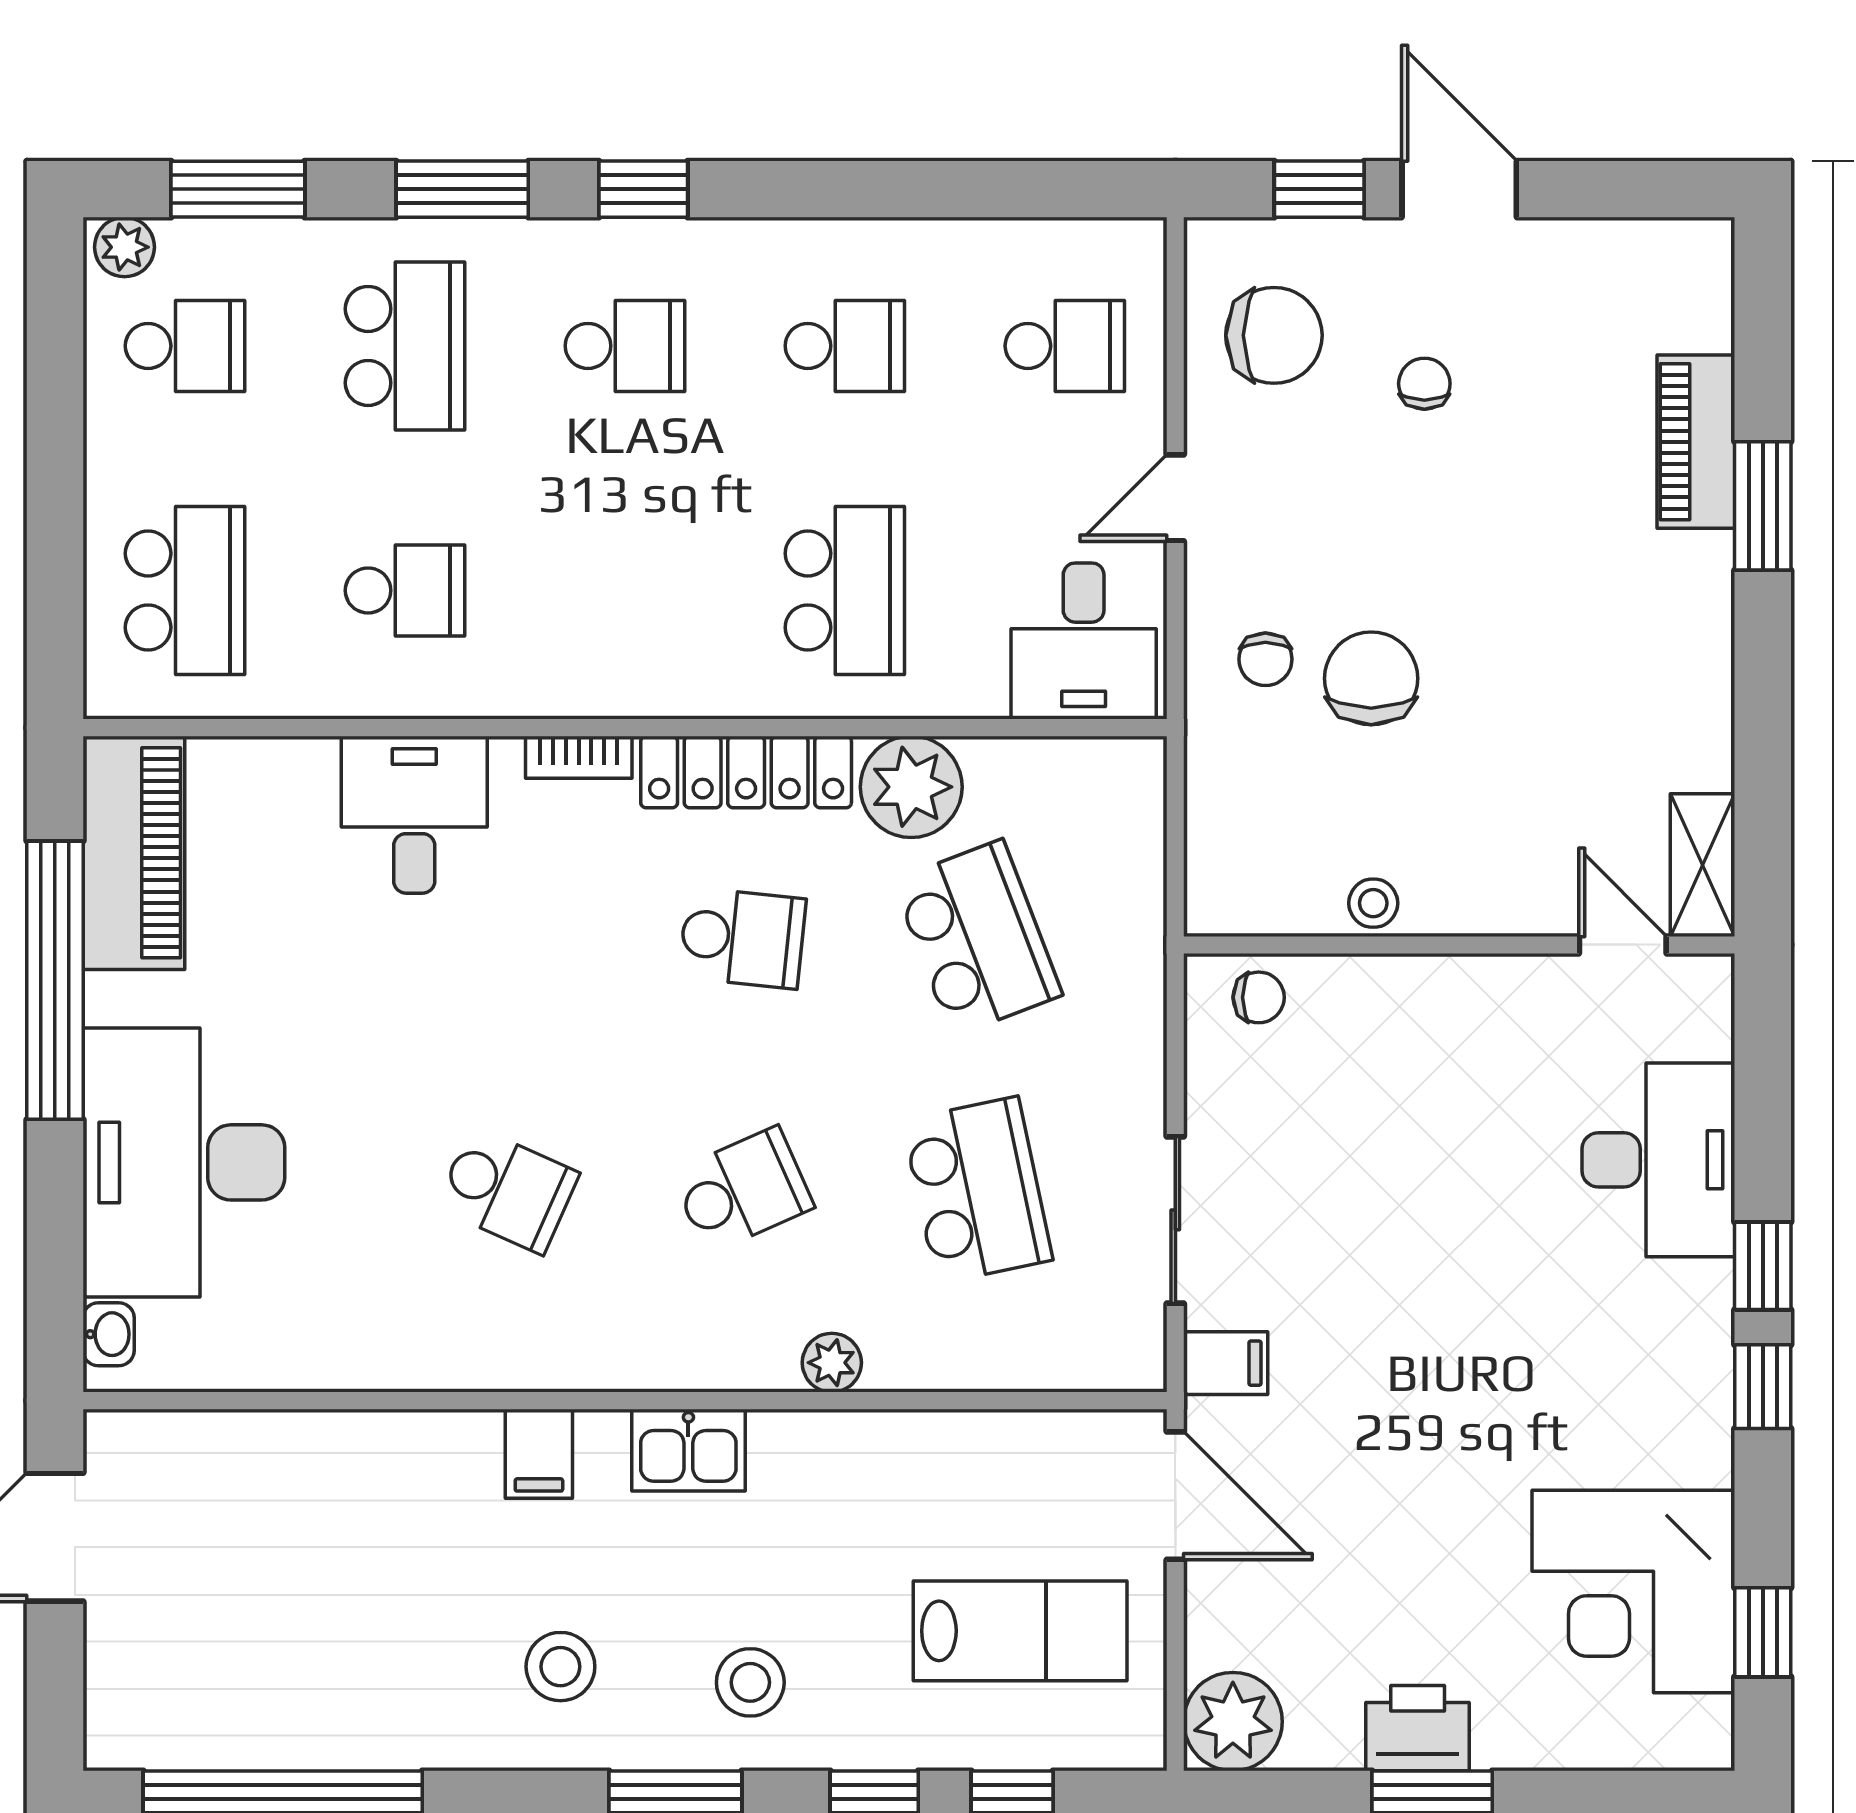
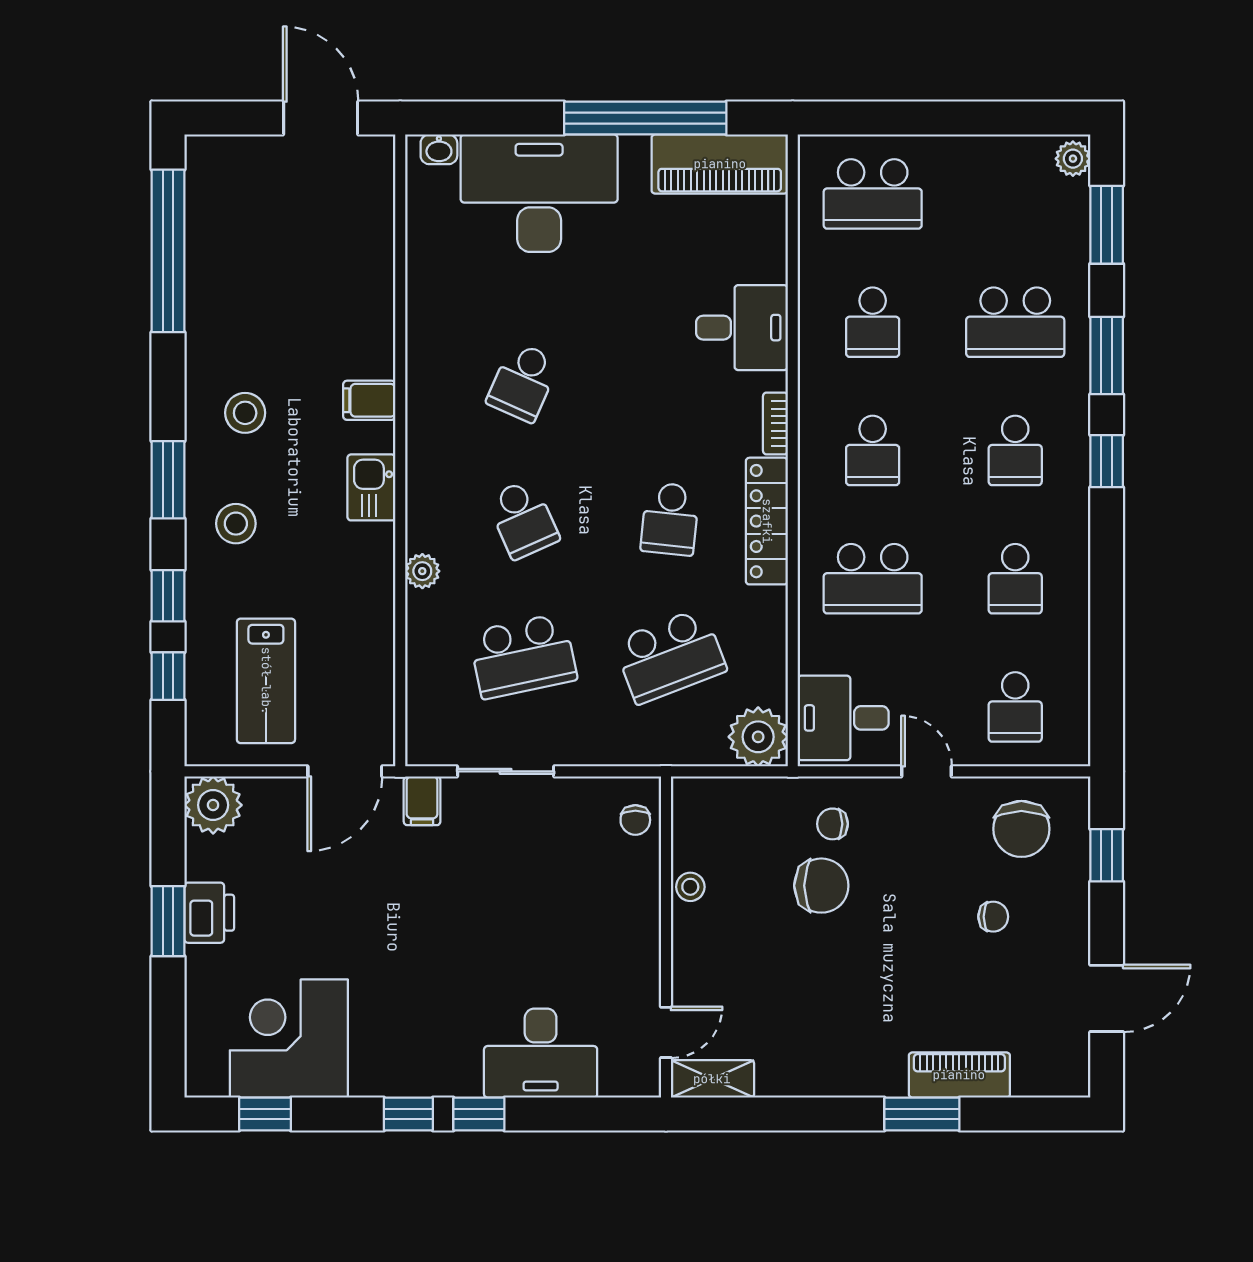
door: (1459, 189) -> (1107, 998), moved
school desk: (185, 346) -> (873, 450), moved
plant: (911, 787) -> (758, 737), moved

